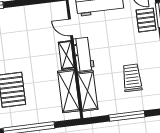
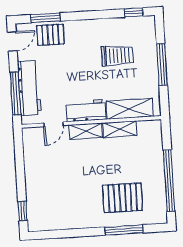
trolley: (132, 78) -> (117, 56), turned 180
shelving: (69, 91) -> (120, 129), width x0.67, depth x0.75

